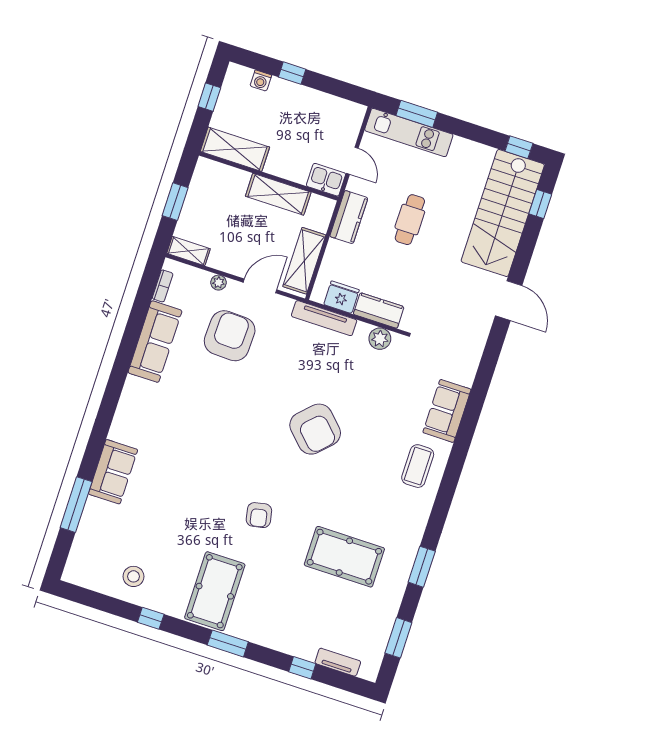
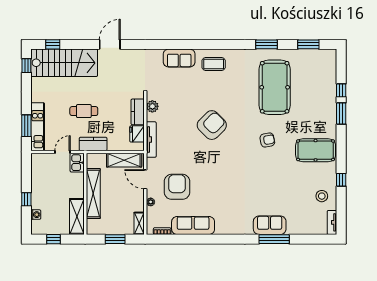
shelving: (278, 194) -> (93, 194), width x1.47
armchair: (230, 336) -> (177, 187), turned 88
window: (76, 505) -> (274, 239), moved
pool table: (344, 557) -> (275, 87), width x1.36, depth x1.32
window: (228, 643) -> (341, 114), moved
tv unit: (338, 662) -> (332, 222), moved

